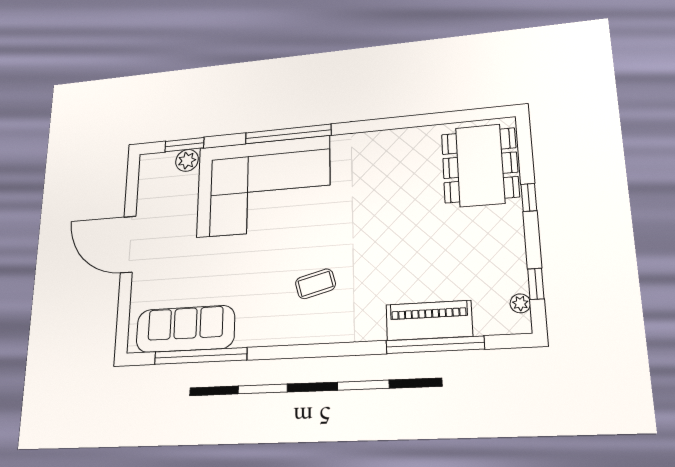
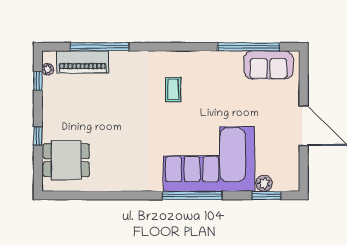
dining table: (480, 165) -> (66, 160), width x0.73
coffee table: (315, 284) -> (173, 89), turned -75
piano: (429, 320) -> (83, 62), moved
sofa: (185, 329) -> (269, 65), width x0.73

